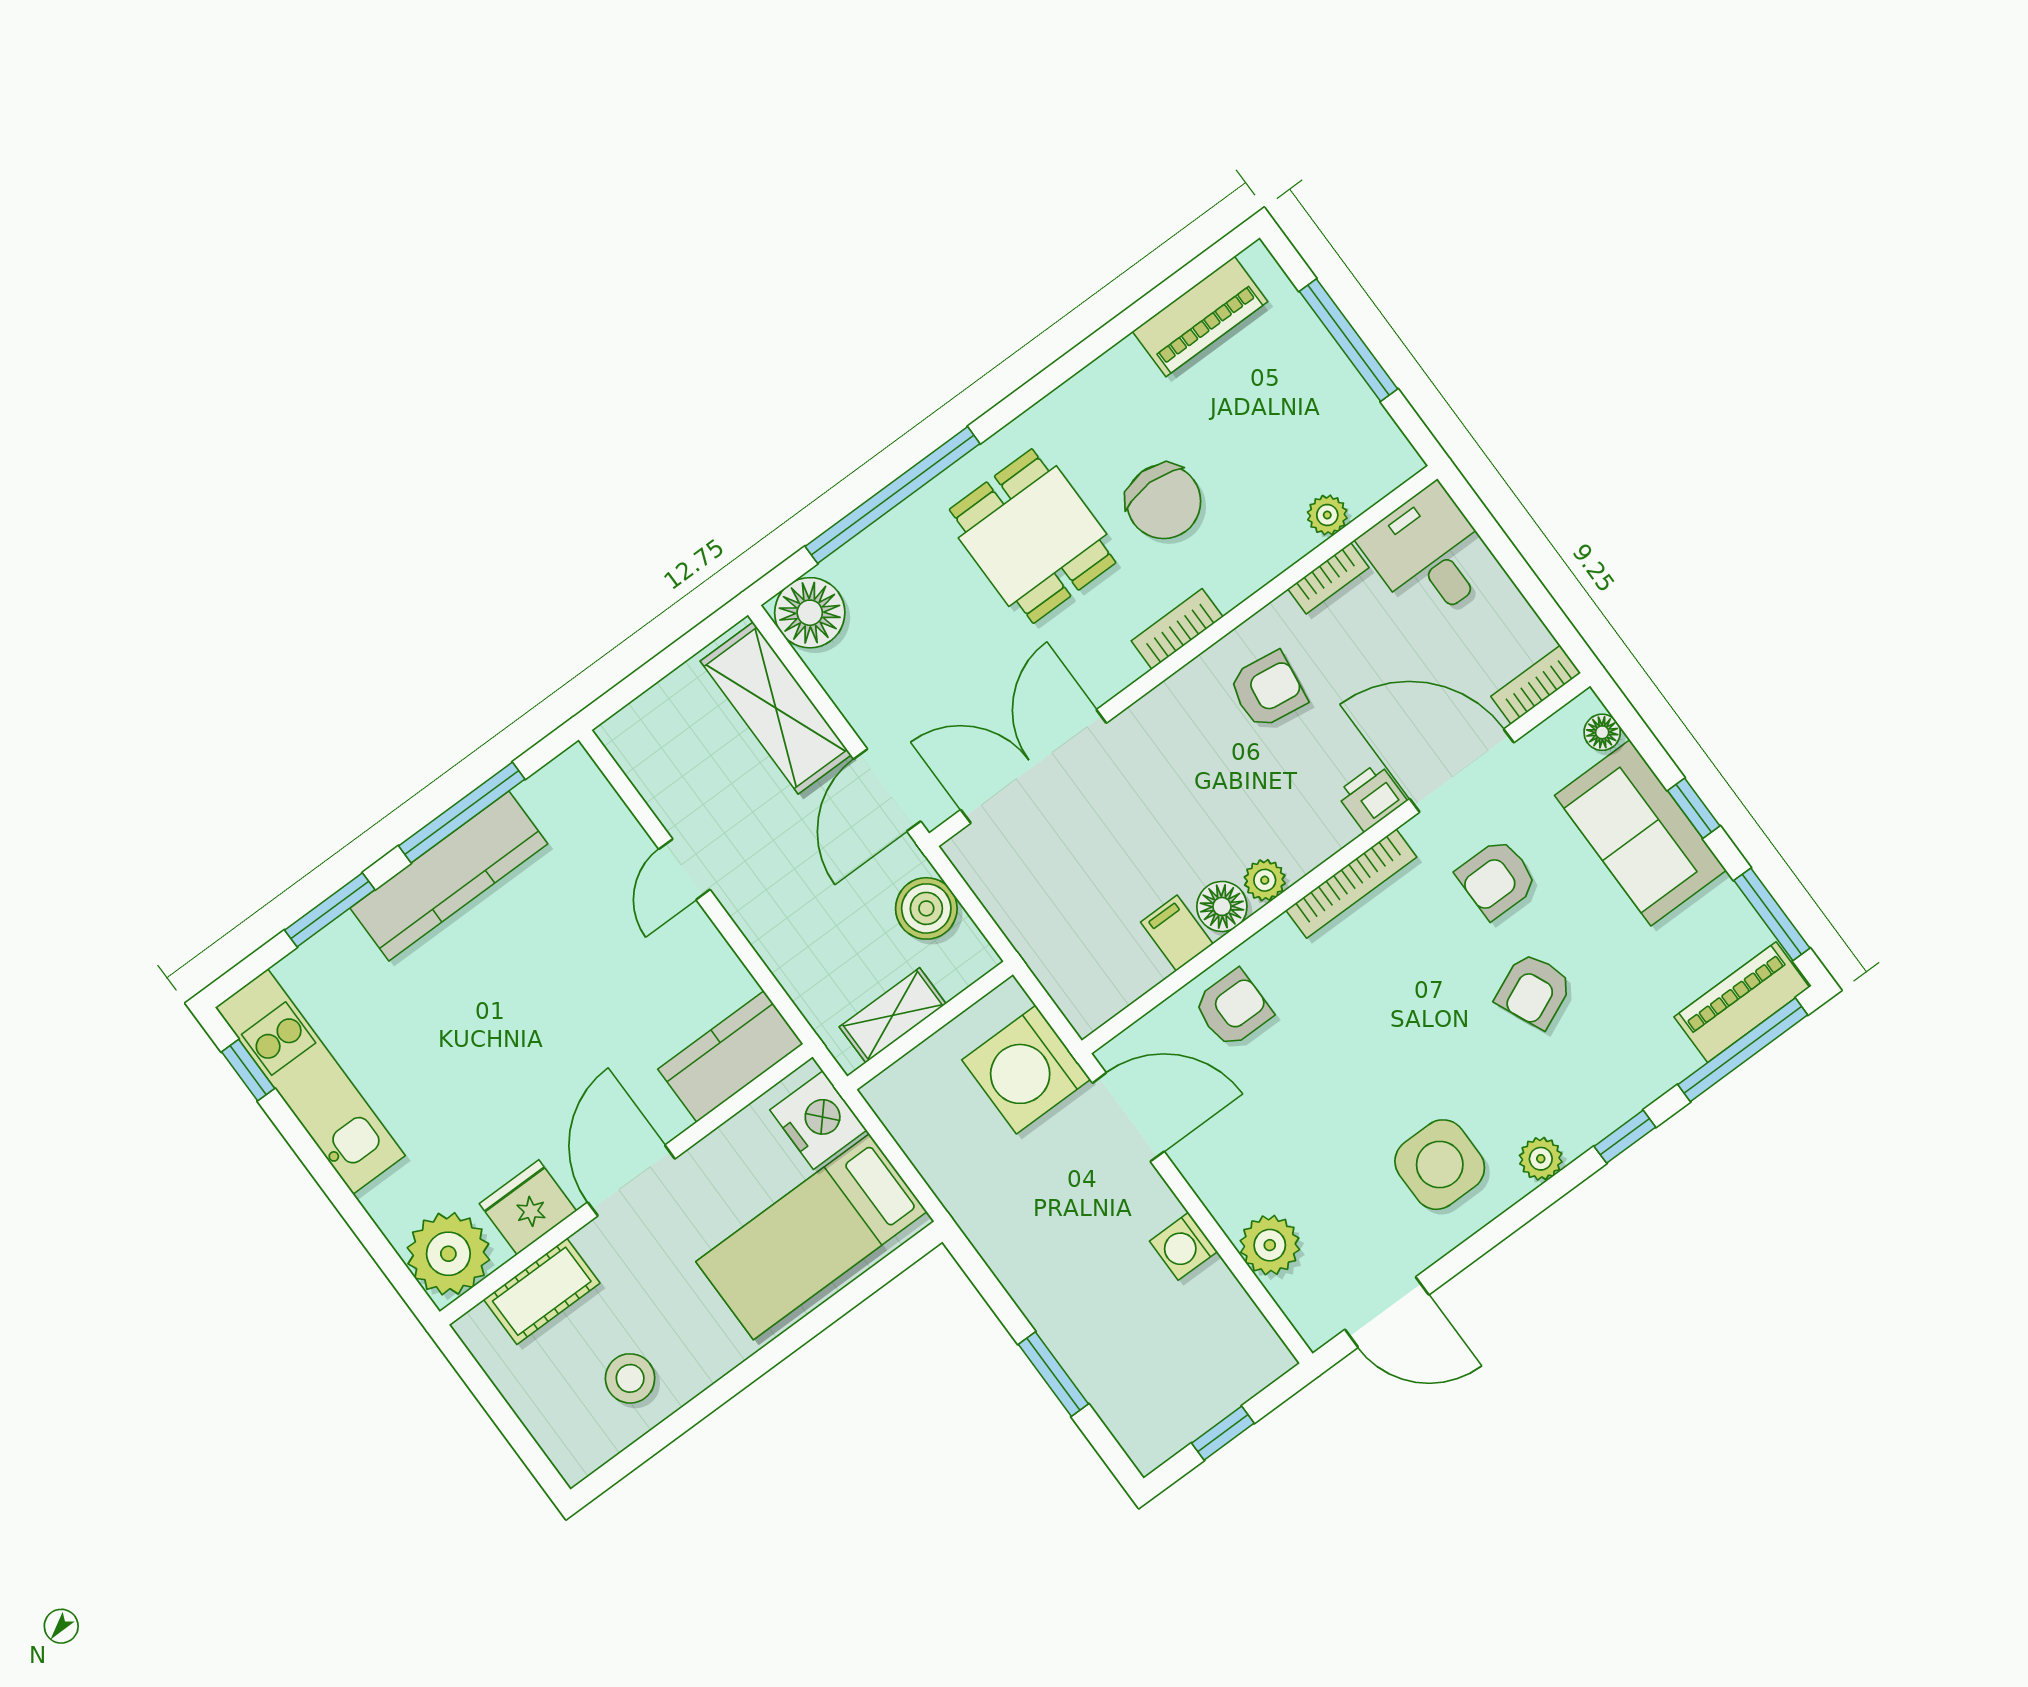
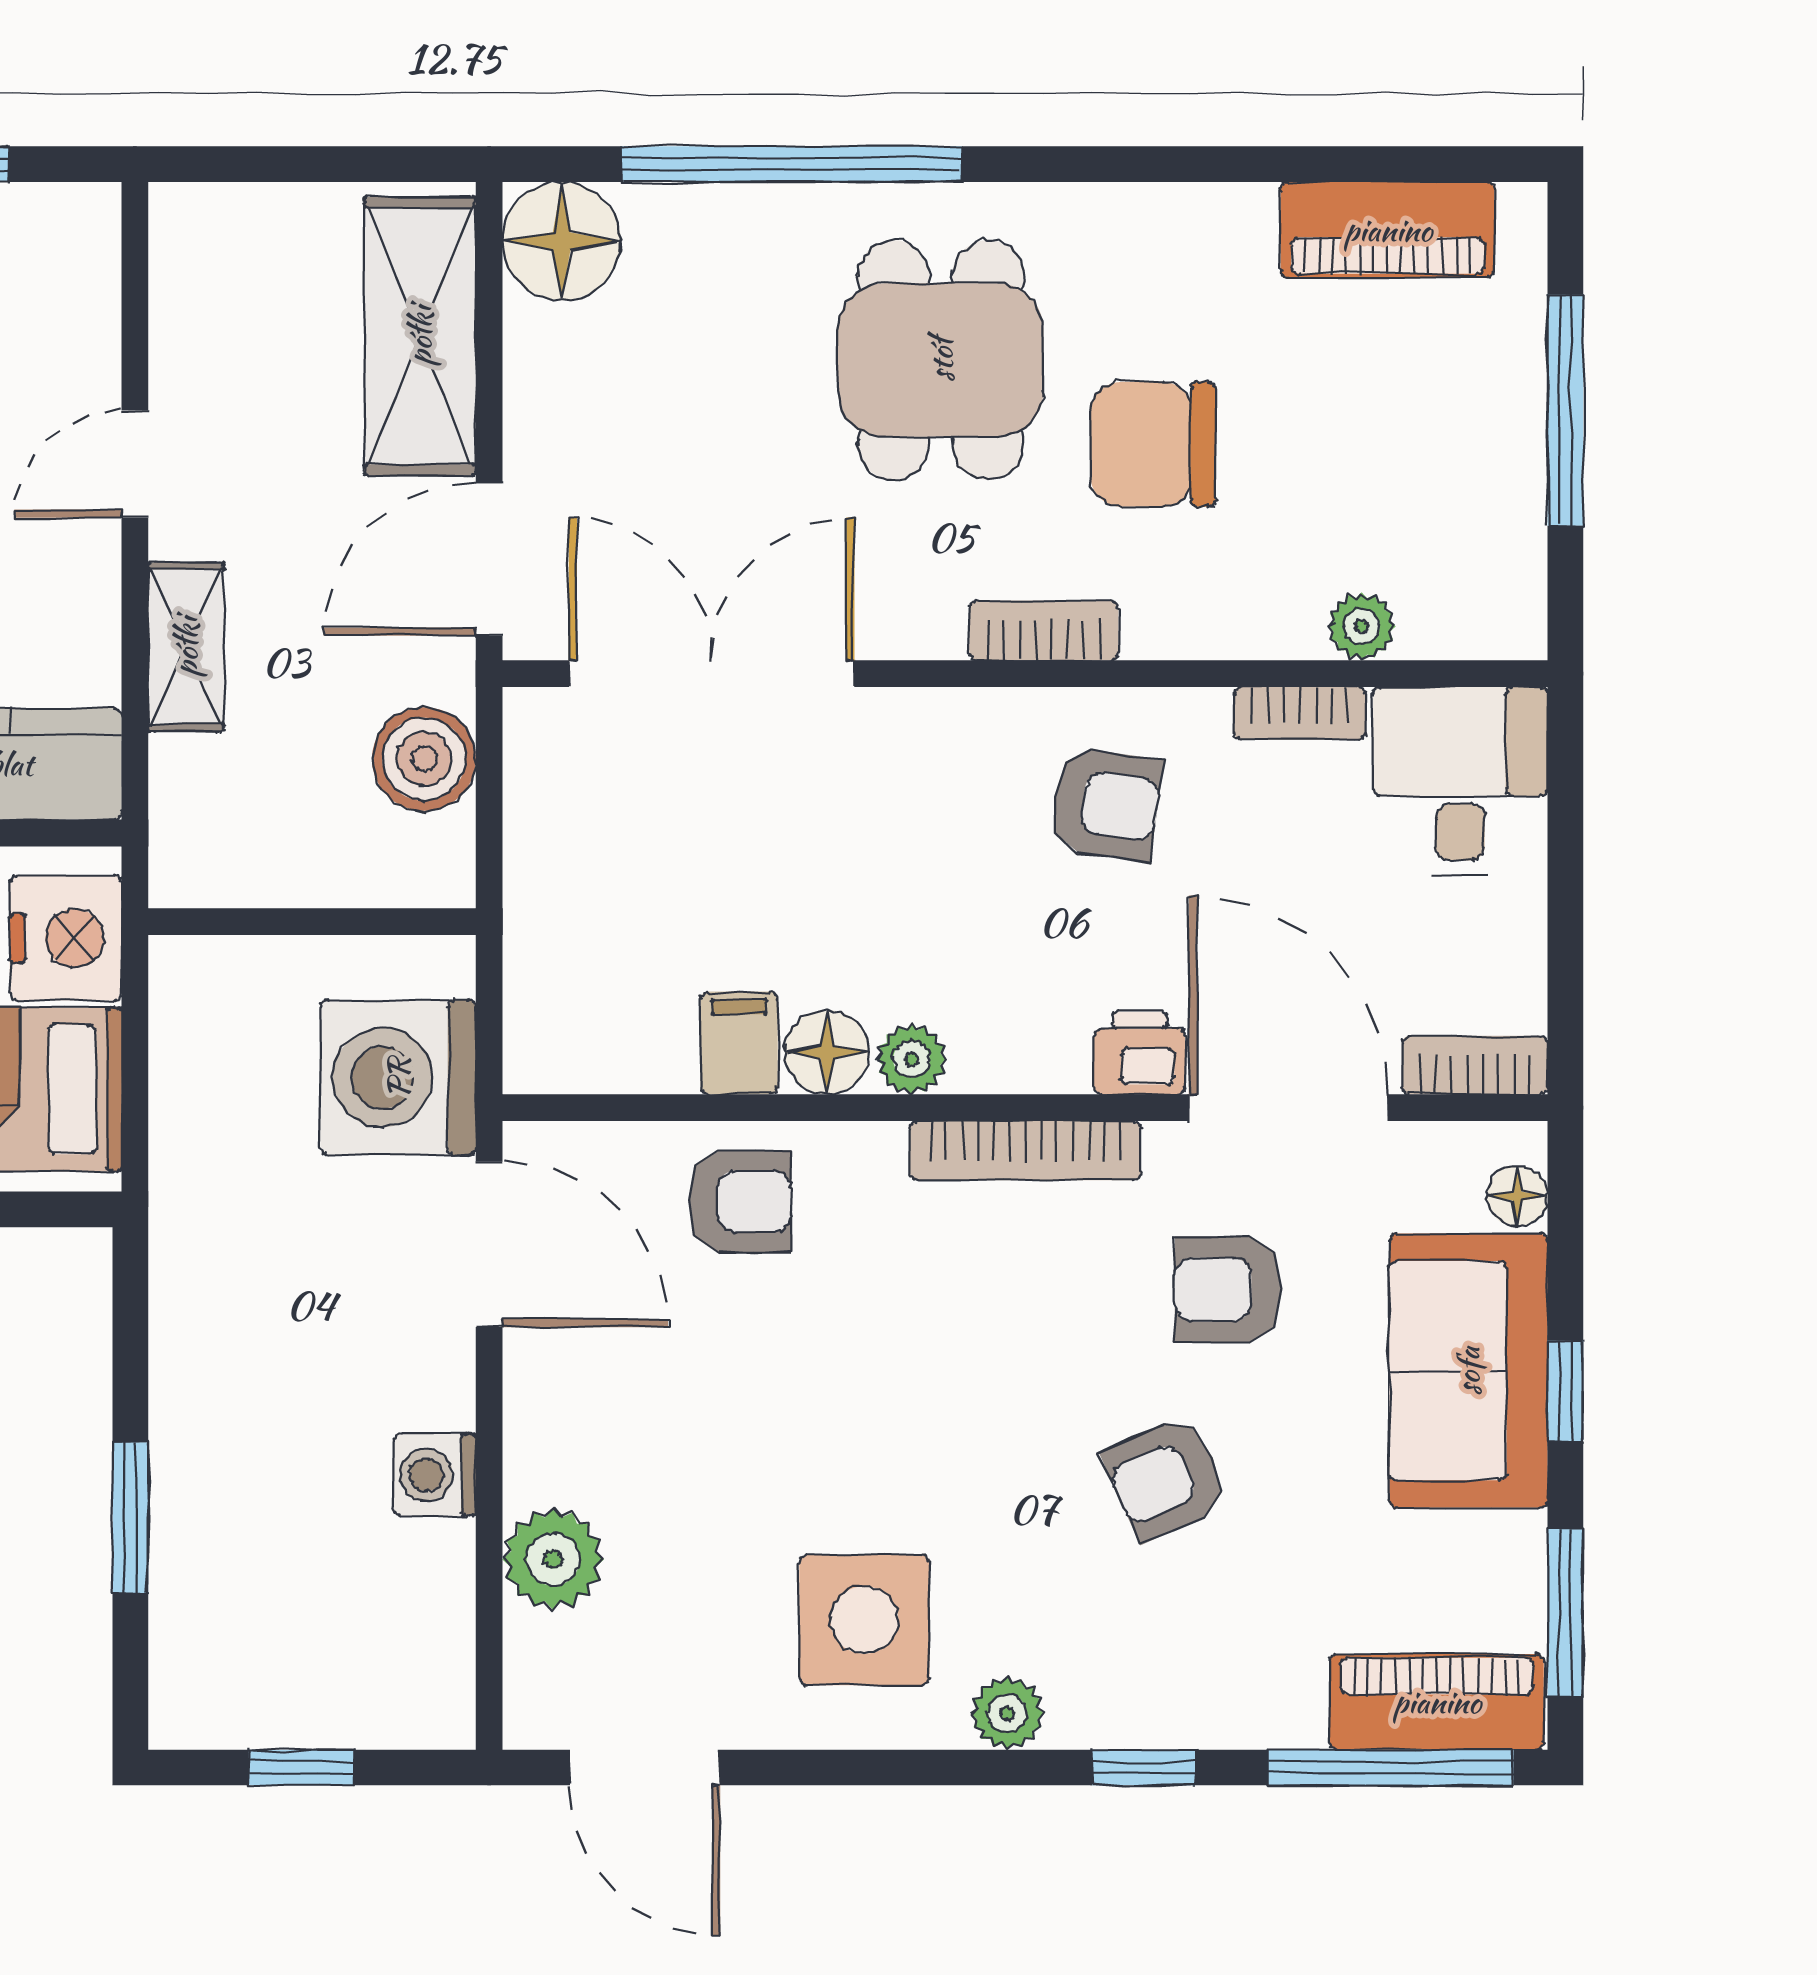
chair: (1164, 502) -> (1153, 444), turned 90
shelving: (893, 1015) -> (186, 647), moved, turned 90

